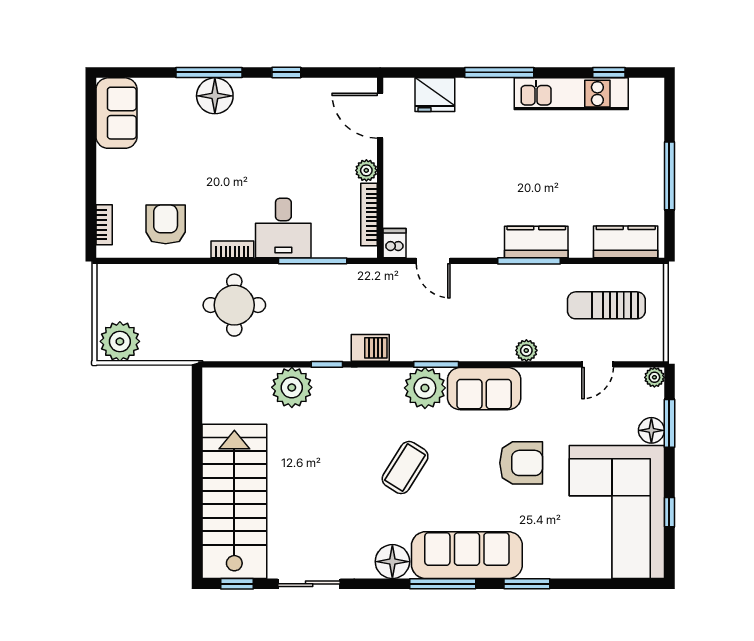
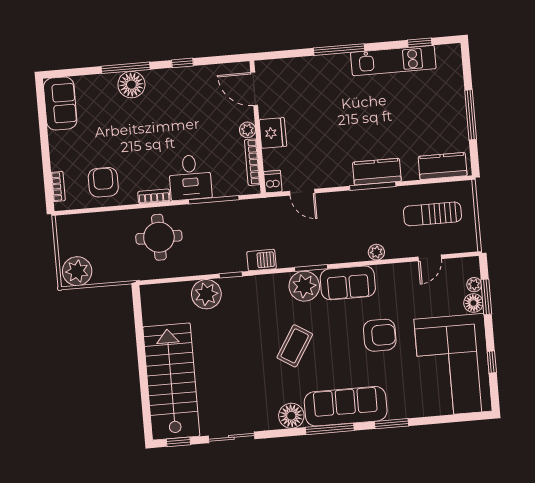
fridge: (435, 95) -> (273, 133), moved, turned -90
plant: (654, 377) -> (474, 285), moved

